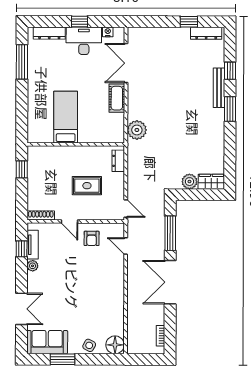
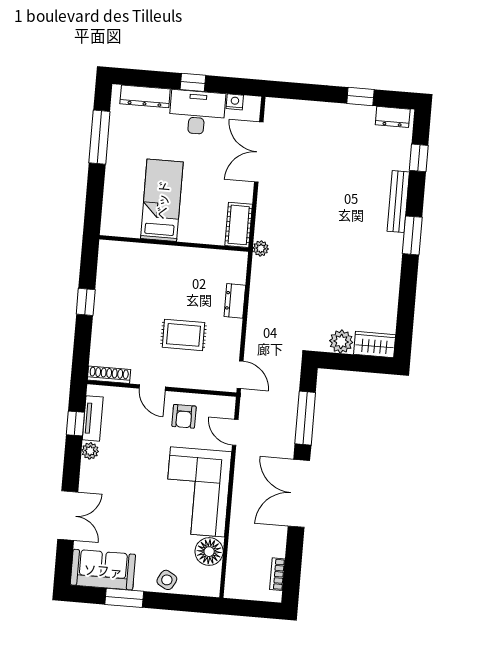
dresser: (206, 33) -> (393, 117), width x0.70
window: (230, 71) -> (419, 158), moved
cot: (117, 98) -> (239, 225), moved
bed: (66, 117) -> (162, 200), moved
plant: (137, 130) -> (261, 248), width x0.53, depth x0.53
wall: (76, 144) -> (174, 243), moved
corner sofa: (104, 287) -> (197, 492), added
floor lamp: (115, 345) -> (209, 552), moved

